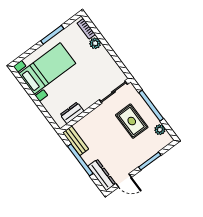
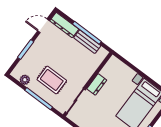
dresser: (72, 113) -> (97, 84), moved
bench: (76, 141) -> (87, 42), moved

